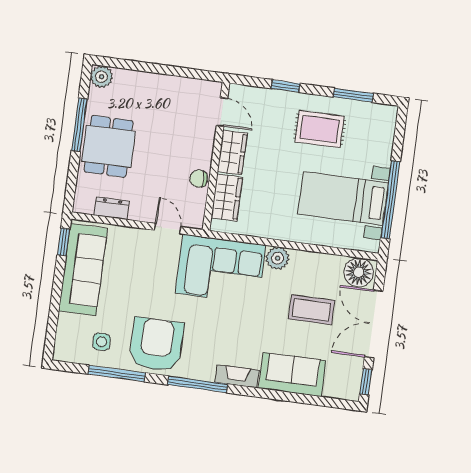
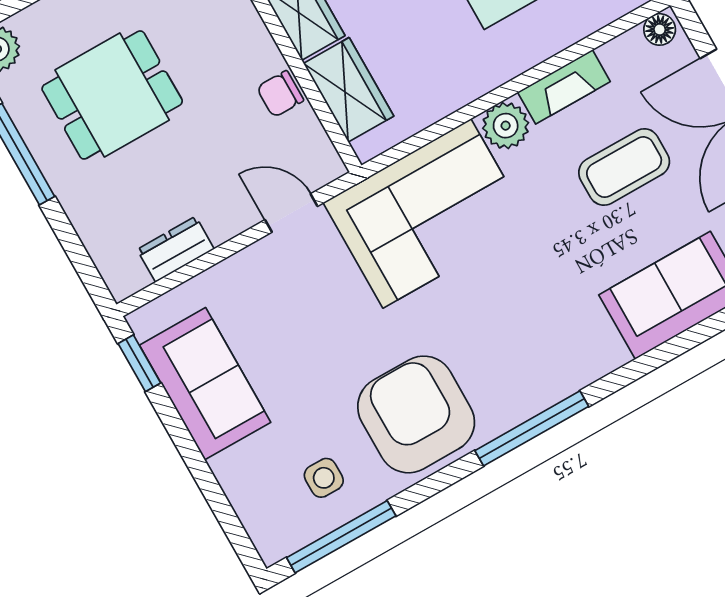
dining table: (109, 146) -> (112, 95), moved, turned 90
sofa: (83, 270) -> (205, 384), width x0.73
floor lamp: (359, 272) -> (660, 29), width x0.53, depth x0.53
window: (117, 373) -> (341, 537), moved
fireplace: (237, 376) -> (564, 87), moved, turned 180

